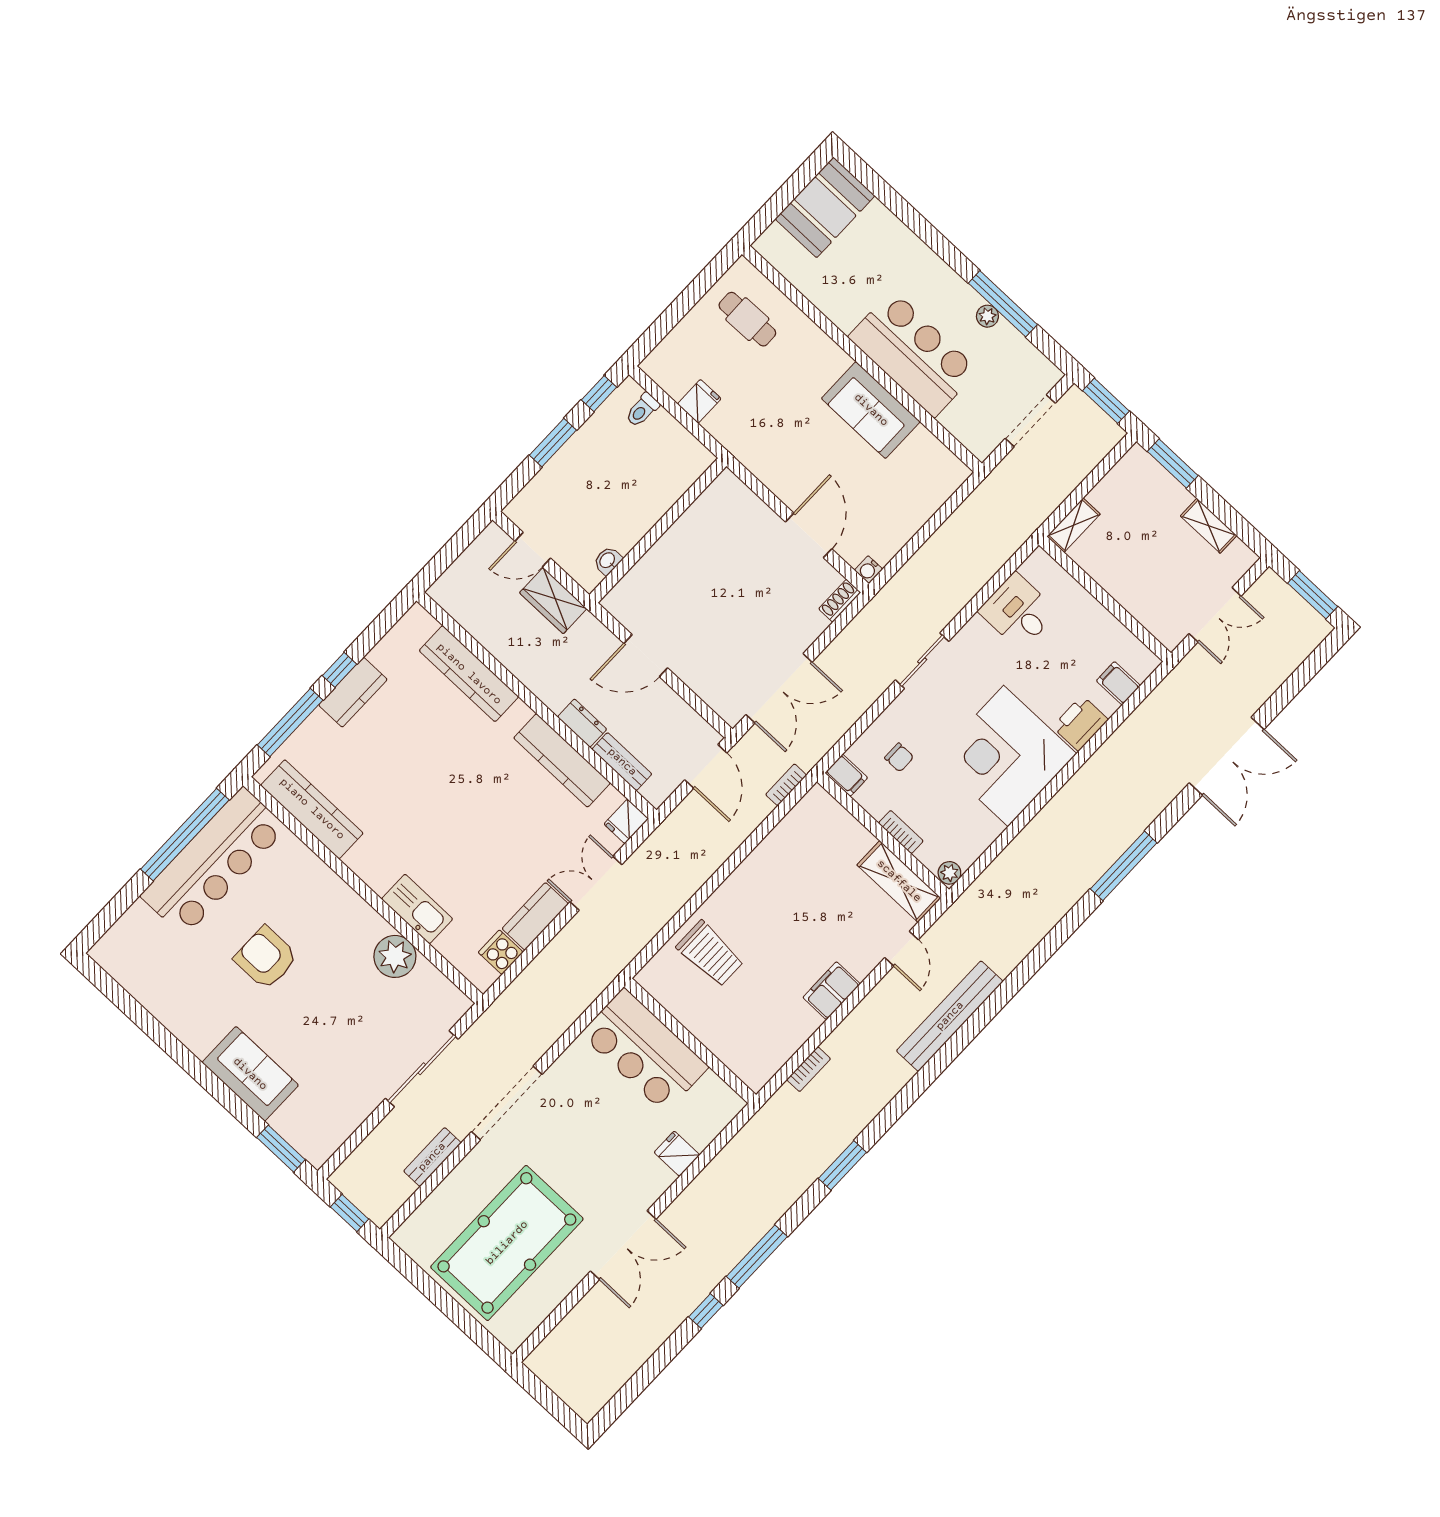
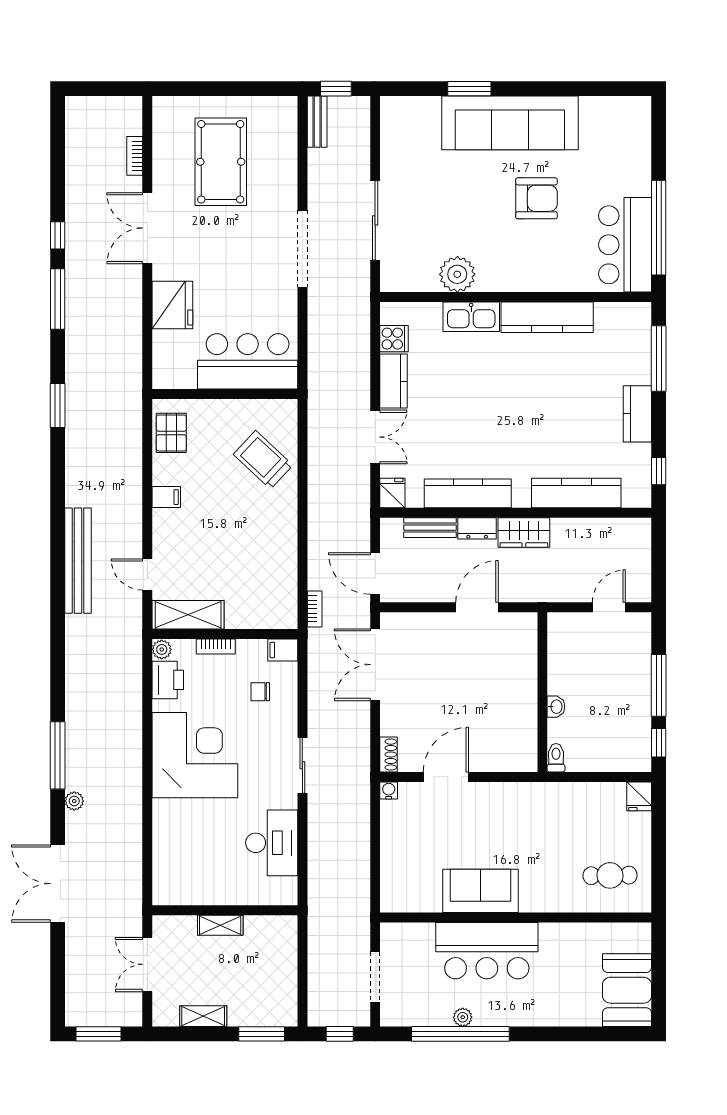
window: (1003, 304) -> (460, 1034), width x1.46
fridge: (699, 401) -> (639, 796), moved
window: (1106, 401) -> (340, 1034), width x0.67
toilet: (642, 410) -> (556, 758), moved
window: (553, 443) -> (659, 685), width x1.44
shelving: (1073, 525) -> (220, 925), moved, turned 90
door: (809, 535) -> (446, 777), swing flipped
washbasin: (608, 561) -> (556, 707), moved
wardrobe: (553, 601) -> (524, 533), moved, turned 180
desk: (1018, 611) -> (272, 843), width x1.37
window: (340, 670) -> (659, 471), moved
filing cabinet: (1118, 683) -> (167, 866), removed
printer: (1080, 723) -> (168, 680), moved
kitchen counter: (312, 809) -> (547, 317), moved
plant: (1146, 814) -> (74, 801), added
bar counter: (214, 862) -> (625, 245), width x0.73
trolley: (710, 954) -> (263, 460), turned 43
filing cabinet: (832, 991) -> (166, 497), width x0.50
pallet: (767, 1051) -> (171, 433), added
bookcase: (809, 1069) -> (135, 156), moved
sofa: (250, 1074) -> (510, 123), width x1.85, depth x1.27
window: (281, 1149) -> (469, 89), moved
fridge: (677, 1154) -> (172, 305), width x1.88, depth x1.34
bench: (432, 1157) -> (317, 122), moved
pool table: (507, 1243) -> (221, 162), width x0.73, depth x0.76

